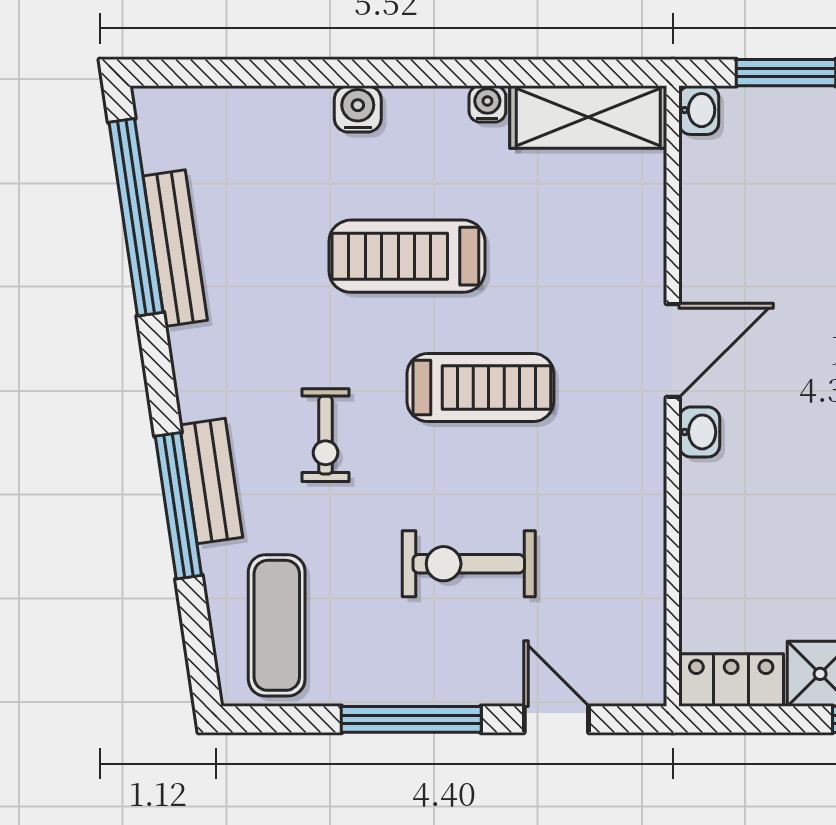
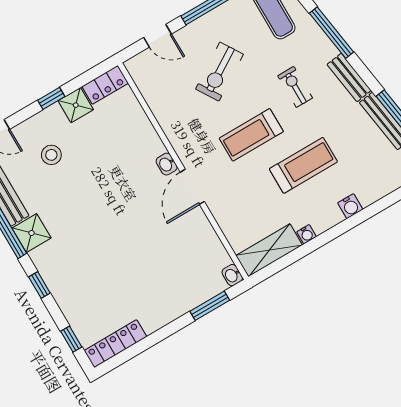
bench: (211, 481) -> (349, 77), moved
exercise bike: (469, 564) -> (219, 72), turned 148

